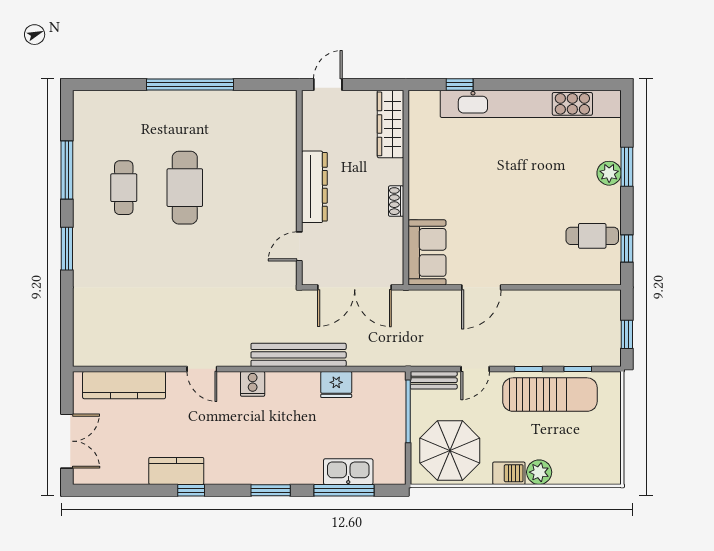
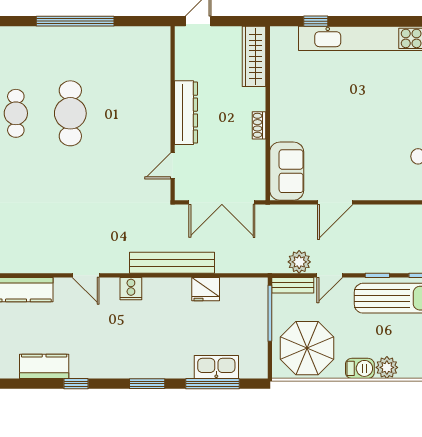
plant: (441, 354) -> (299, 262), added
kitchen counter: (176, 471) -> (44, 366), moved

